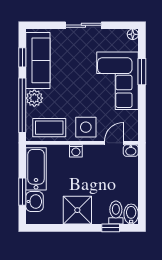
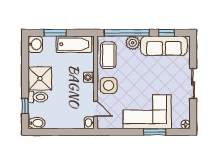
washbasin: (35, 202) -> (35, 44), moved, turned -90
toilet: (116, 212) -> (38, 97), moved

